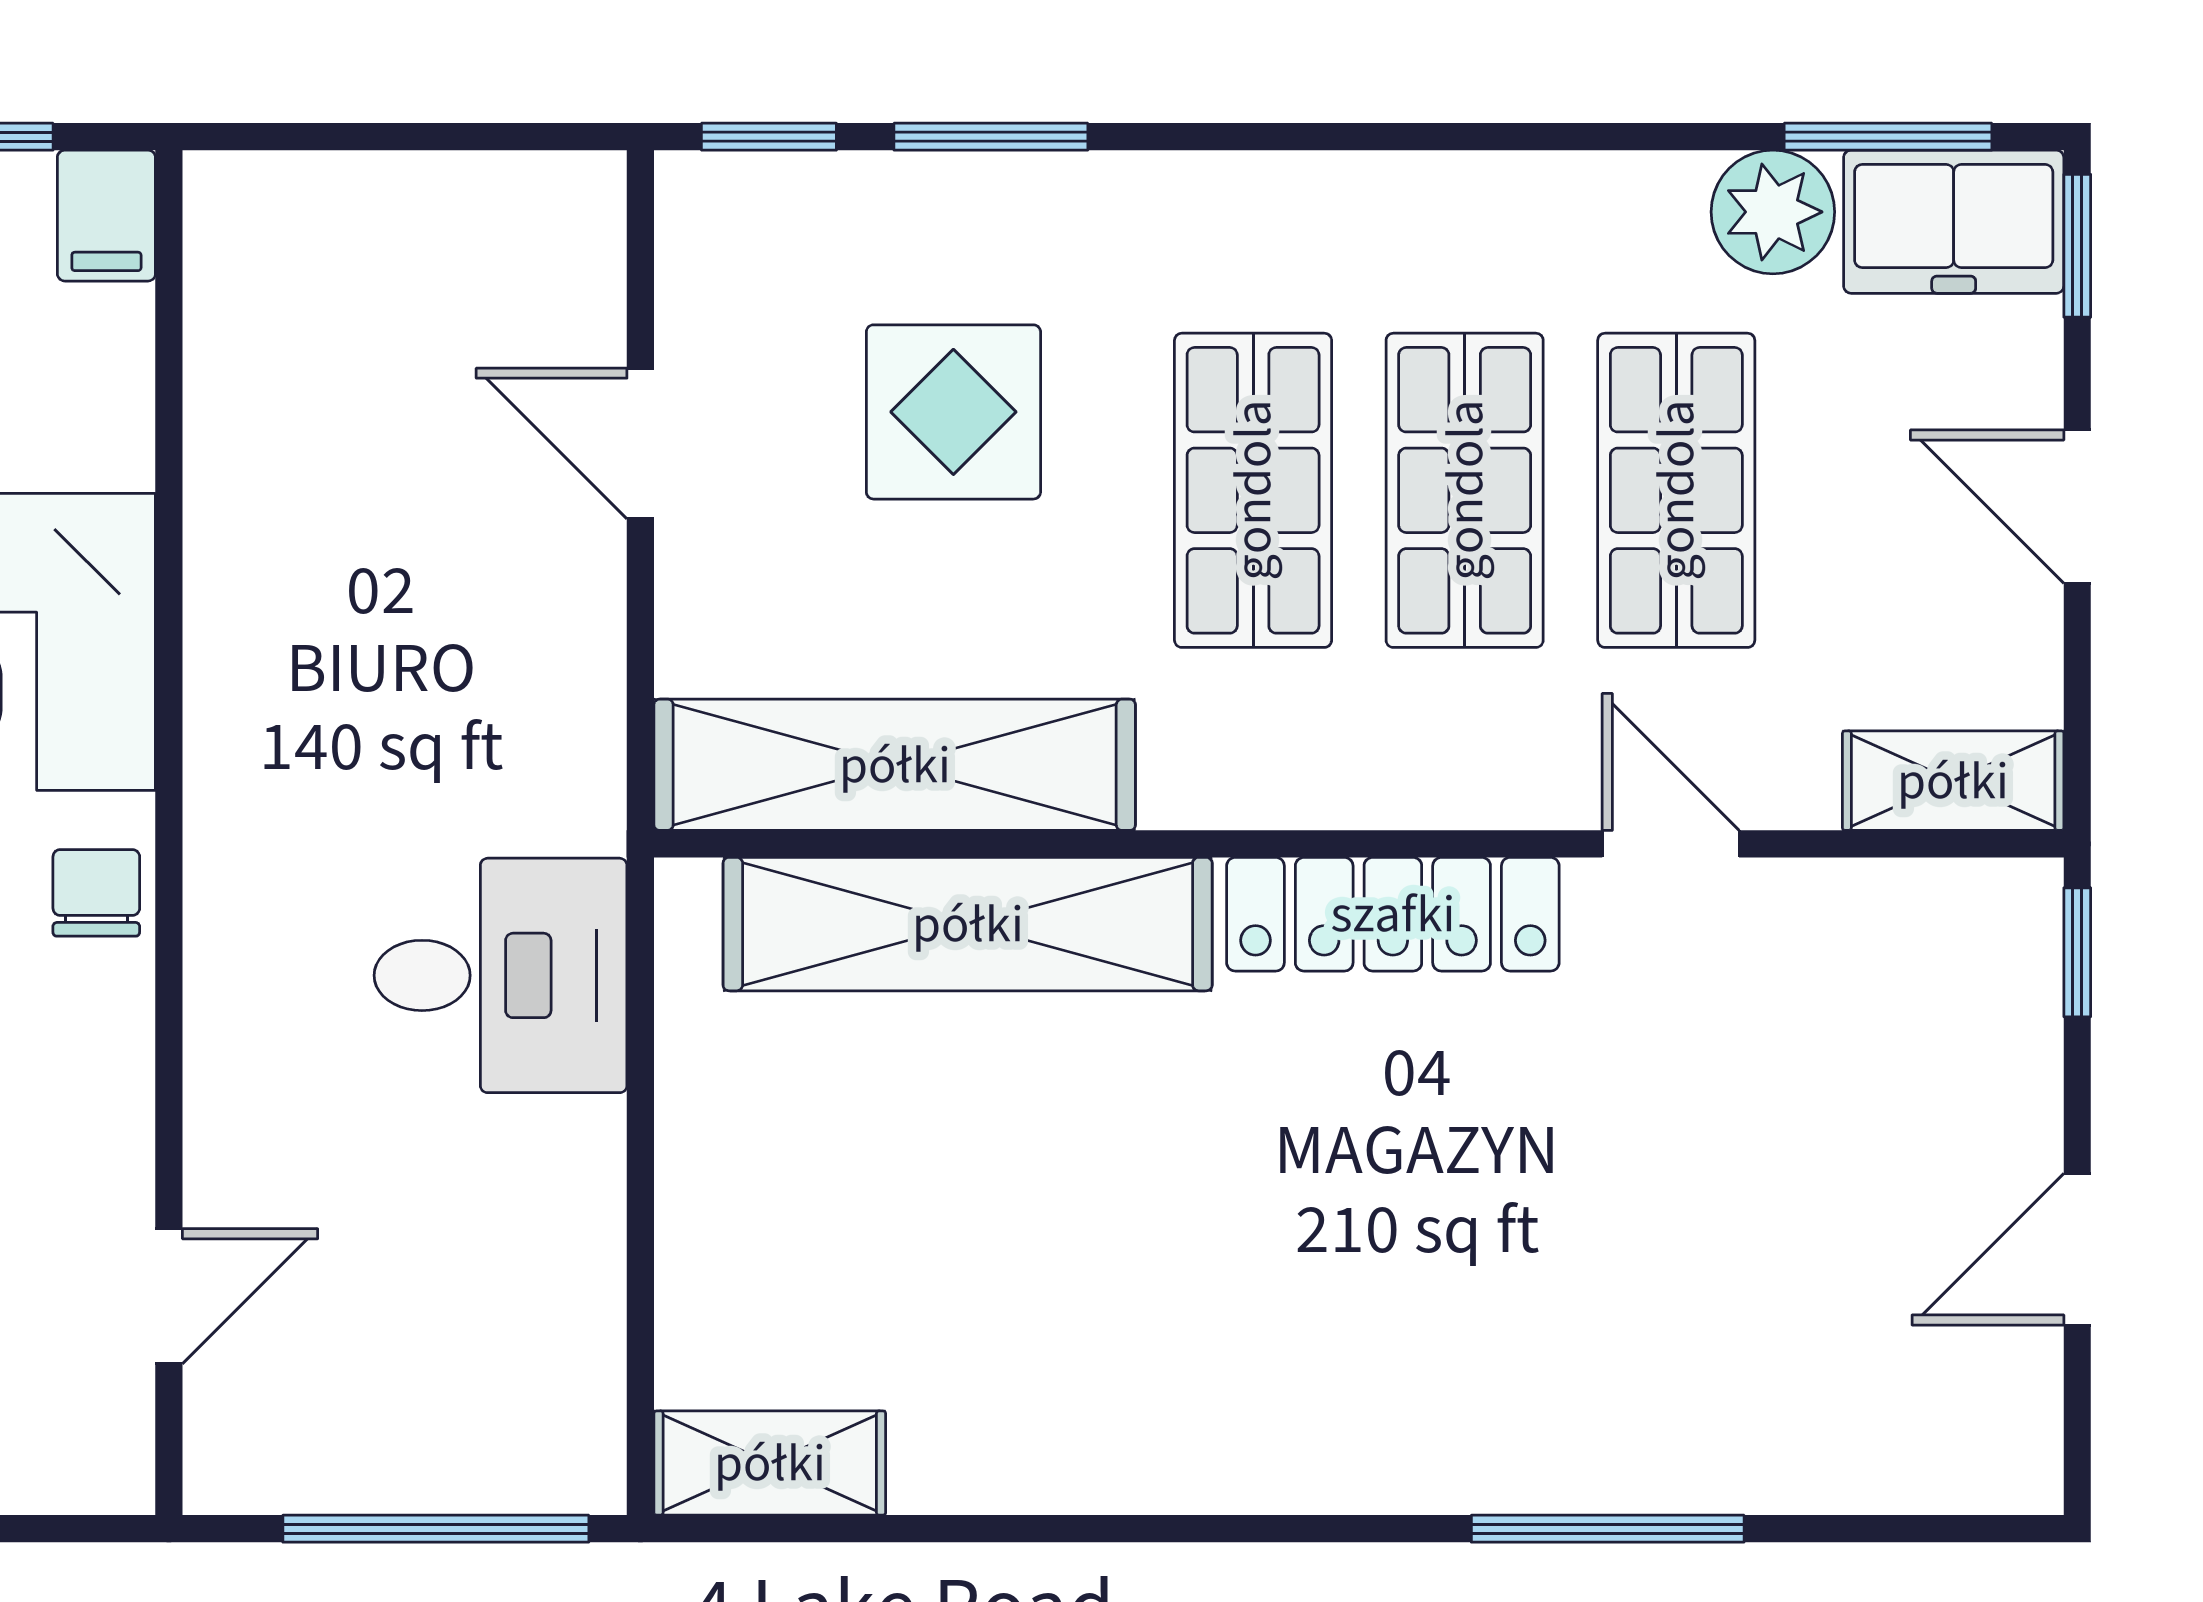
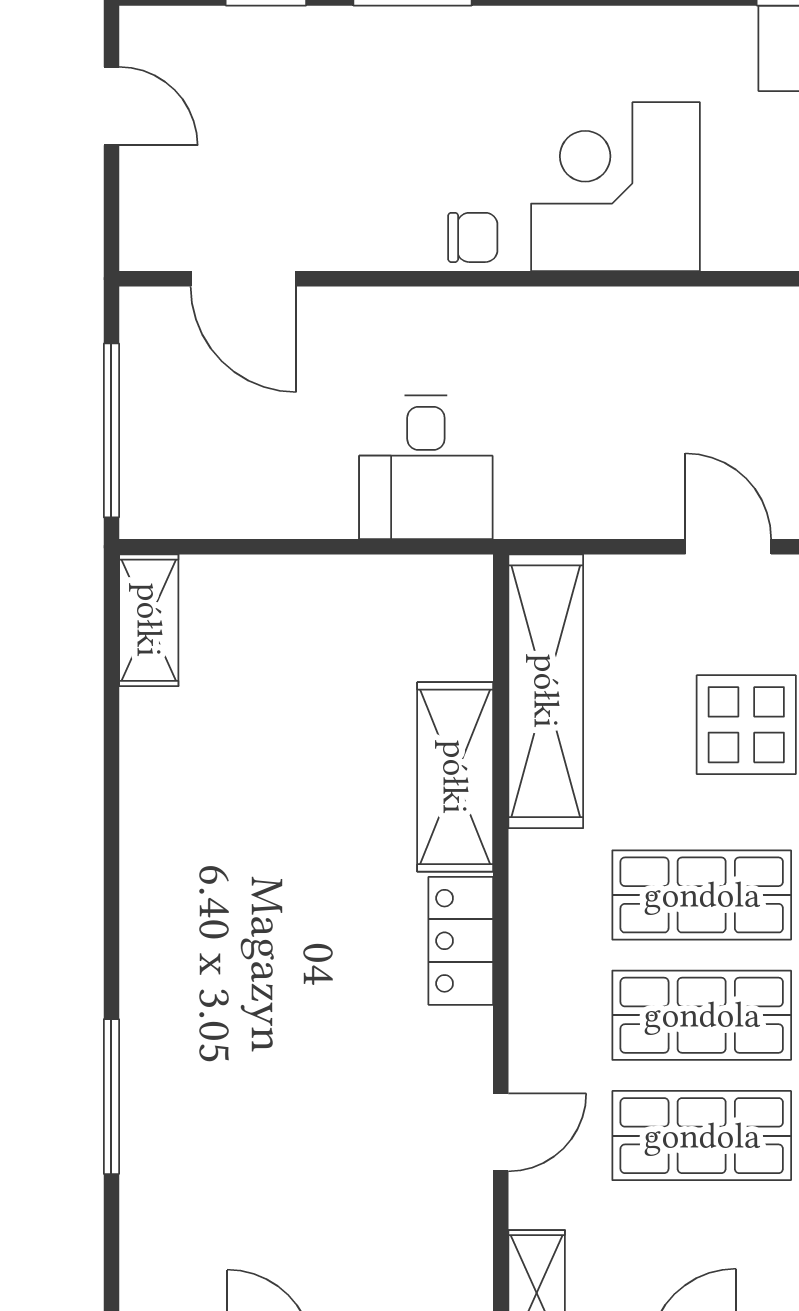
door: (640, 444) -> (728, 547), hinge flipped
locker: (1393, 914) -> (461, 941), width x0.66
shelving: (968, 924) -> (455, 777), width x0.68
door: (169, 1296) -> (244, 279), width x1.38

